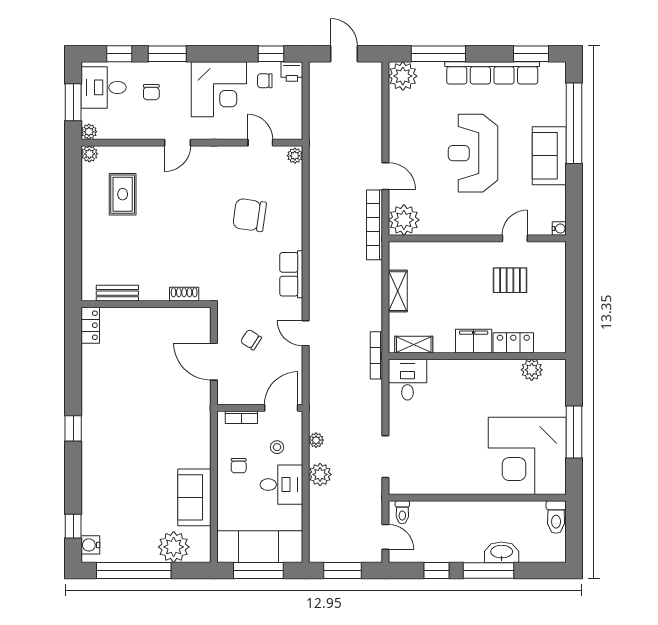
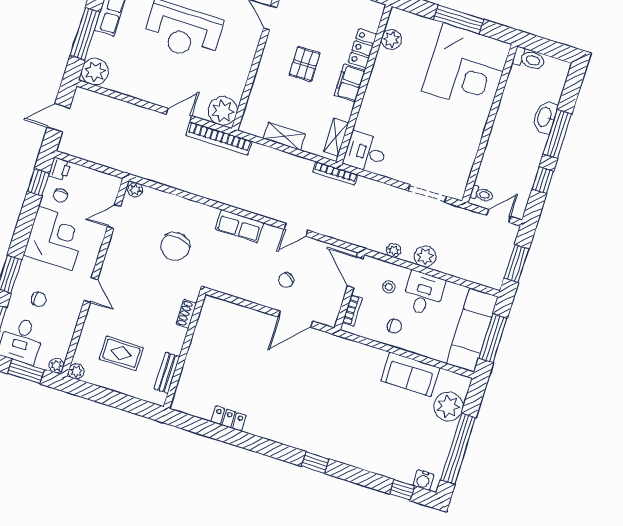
pallet: (510, 280) -> (305, 64), moved
bench: (117, 293) -> (167, 373), moved
shoe rack: (184, 294) -> (186, 314), moved
wall: (146, 304) -> (185, 350), moved

